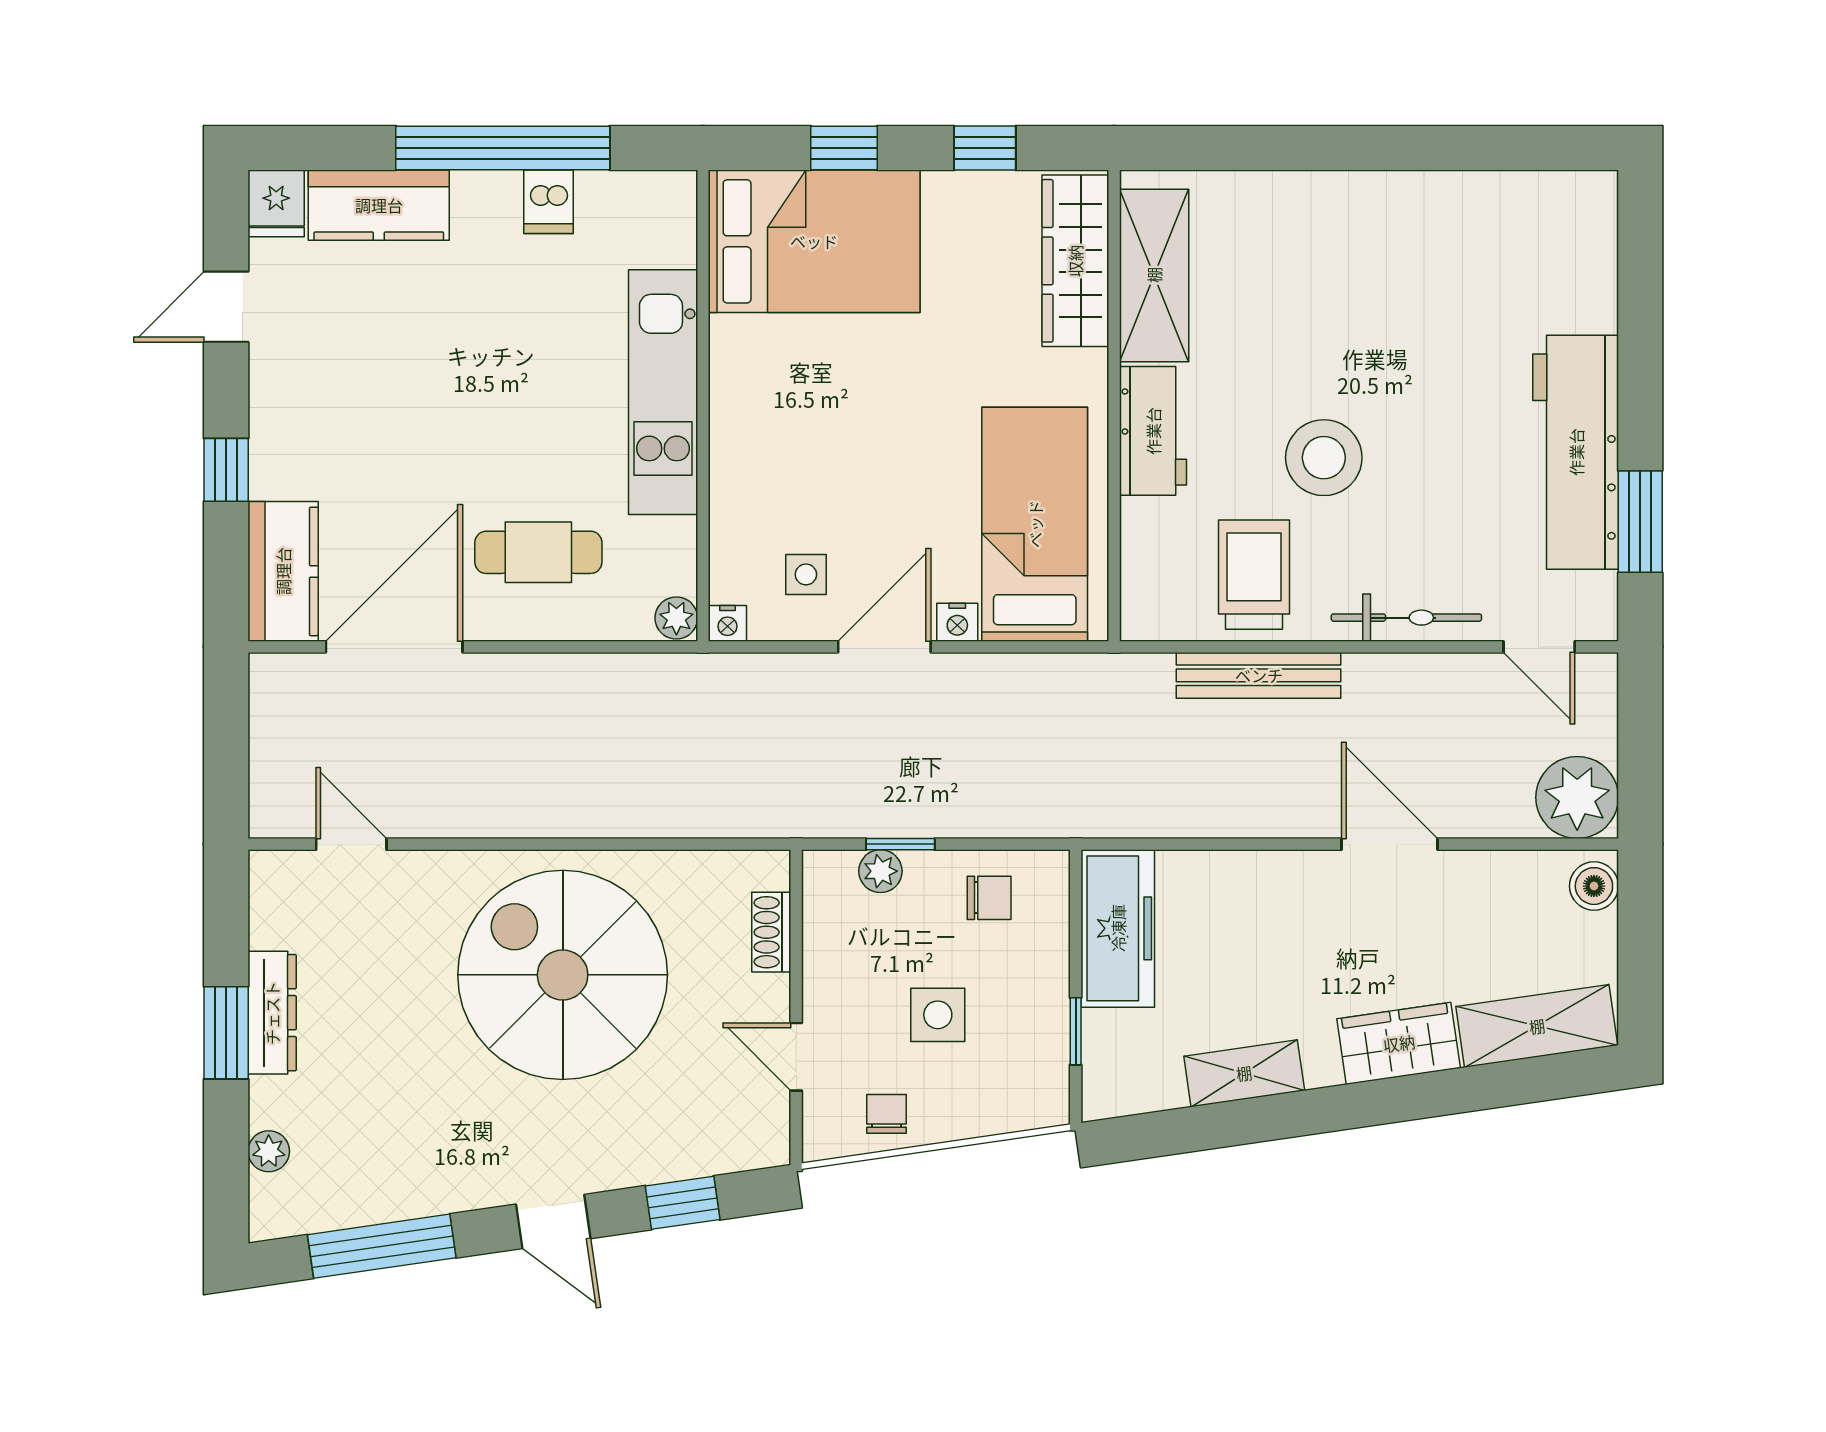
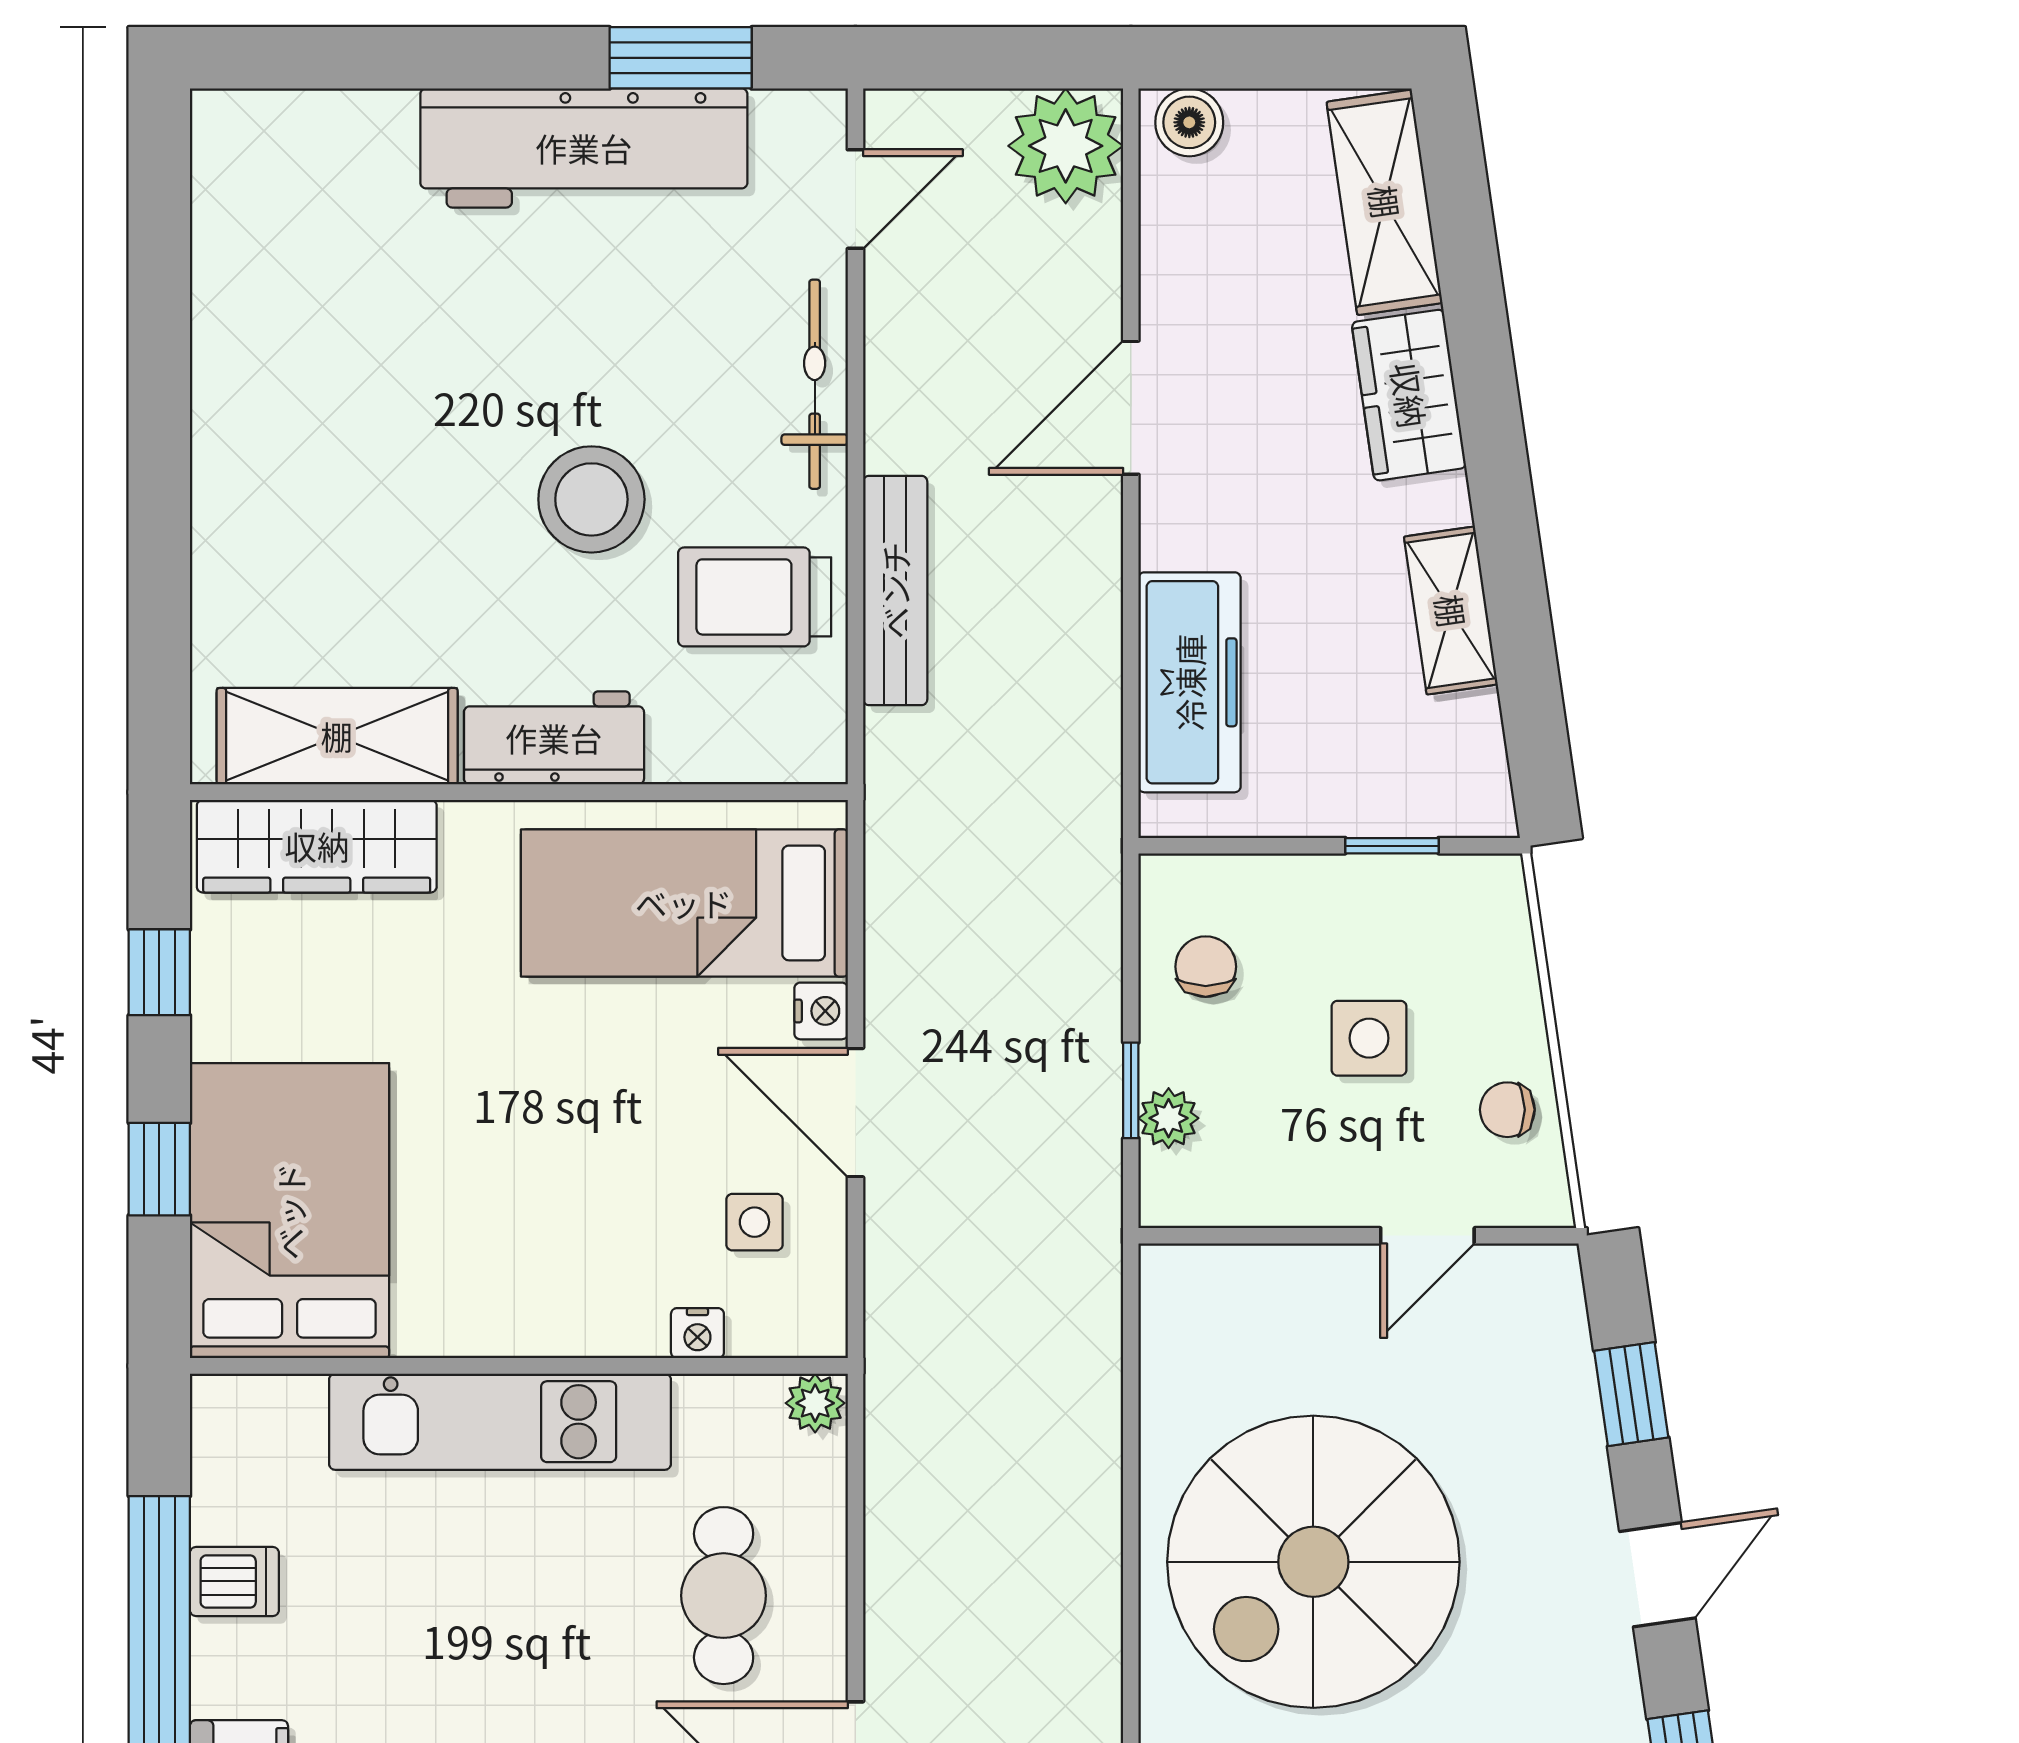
nightstand: (727, 623) -> (697, 1333), moved, turned 90
freezer: (1118, 928) -> (1190, 682), moved, turned 90
shoe rack: (771, 932) -> (1254, 1271), removed

